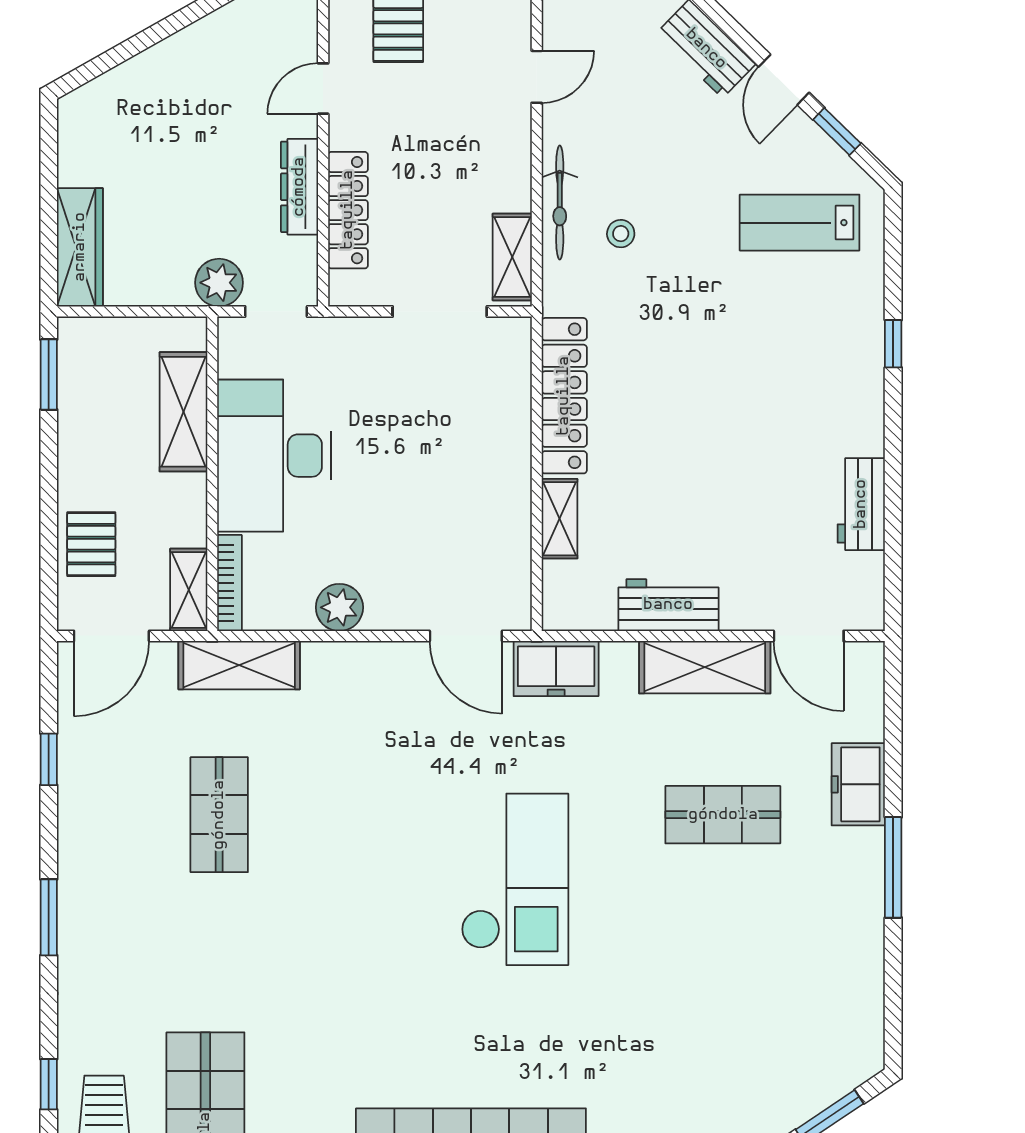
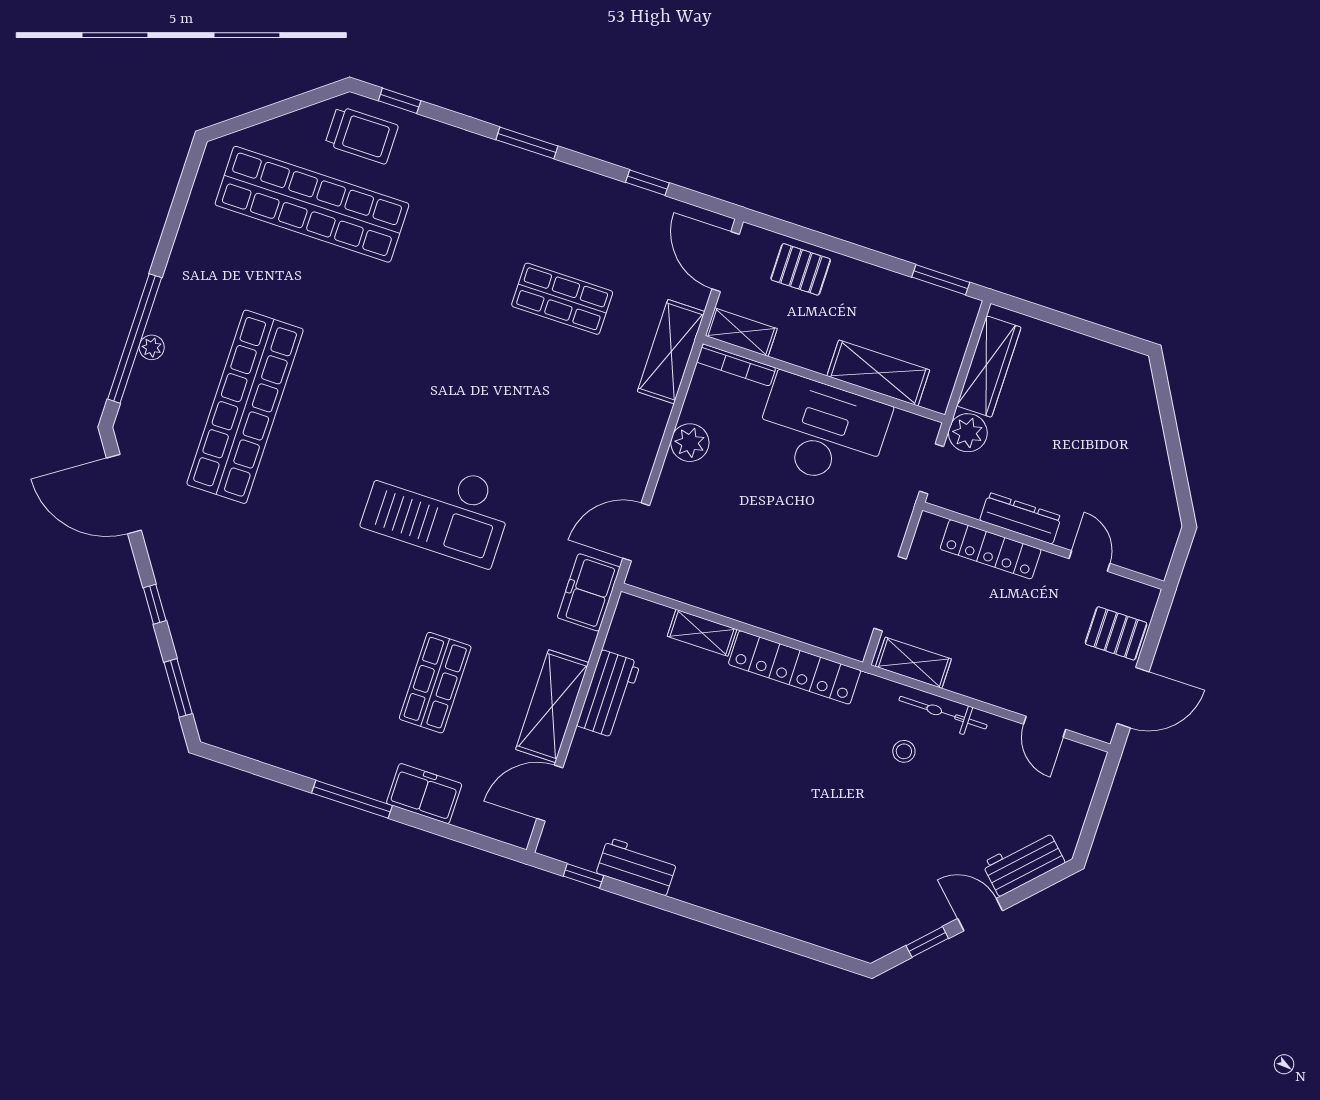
lab bench: (800, 223) -> (867, 890), removed
wardrobe: (80, 247) -> (989, 367), moved, turned -90
window: (893, 344) -> (583, 876), moved

